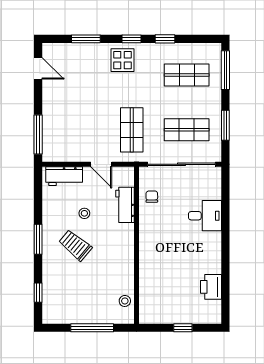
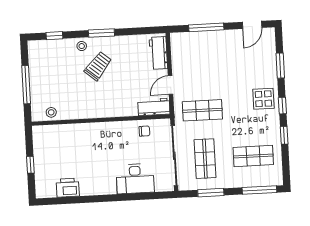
shop shelf: (187, 75) -> (253, 156), turned 90
window: (38, 135) -> (206, 27), moved
workbench: (125, 205) -> (154, 107), moved
stool: (84, 213) -> (82, 46), moved
desk: (205, 216) -> (135, 179), width x1.37

